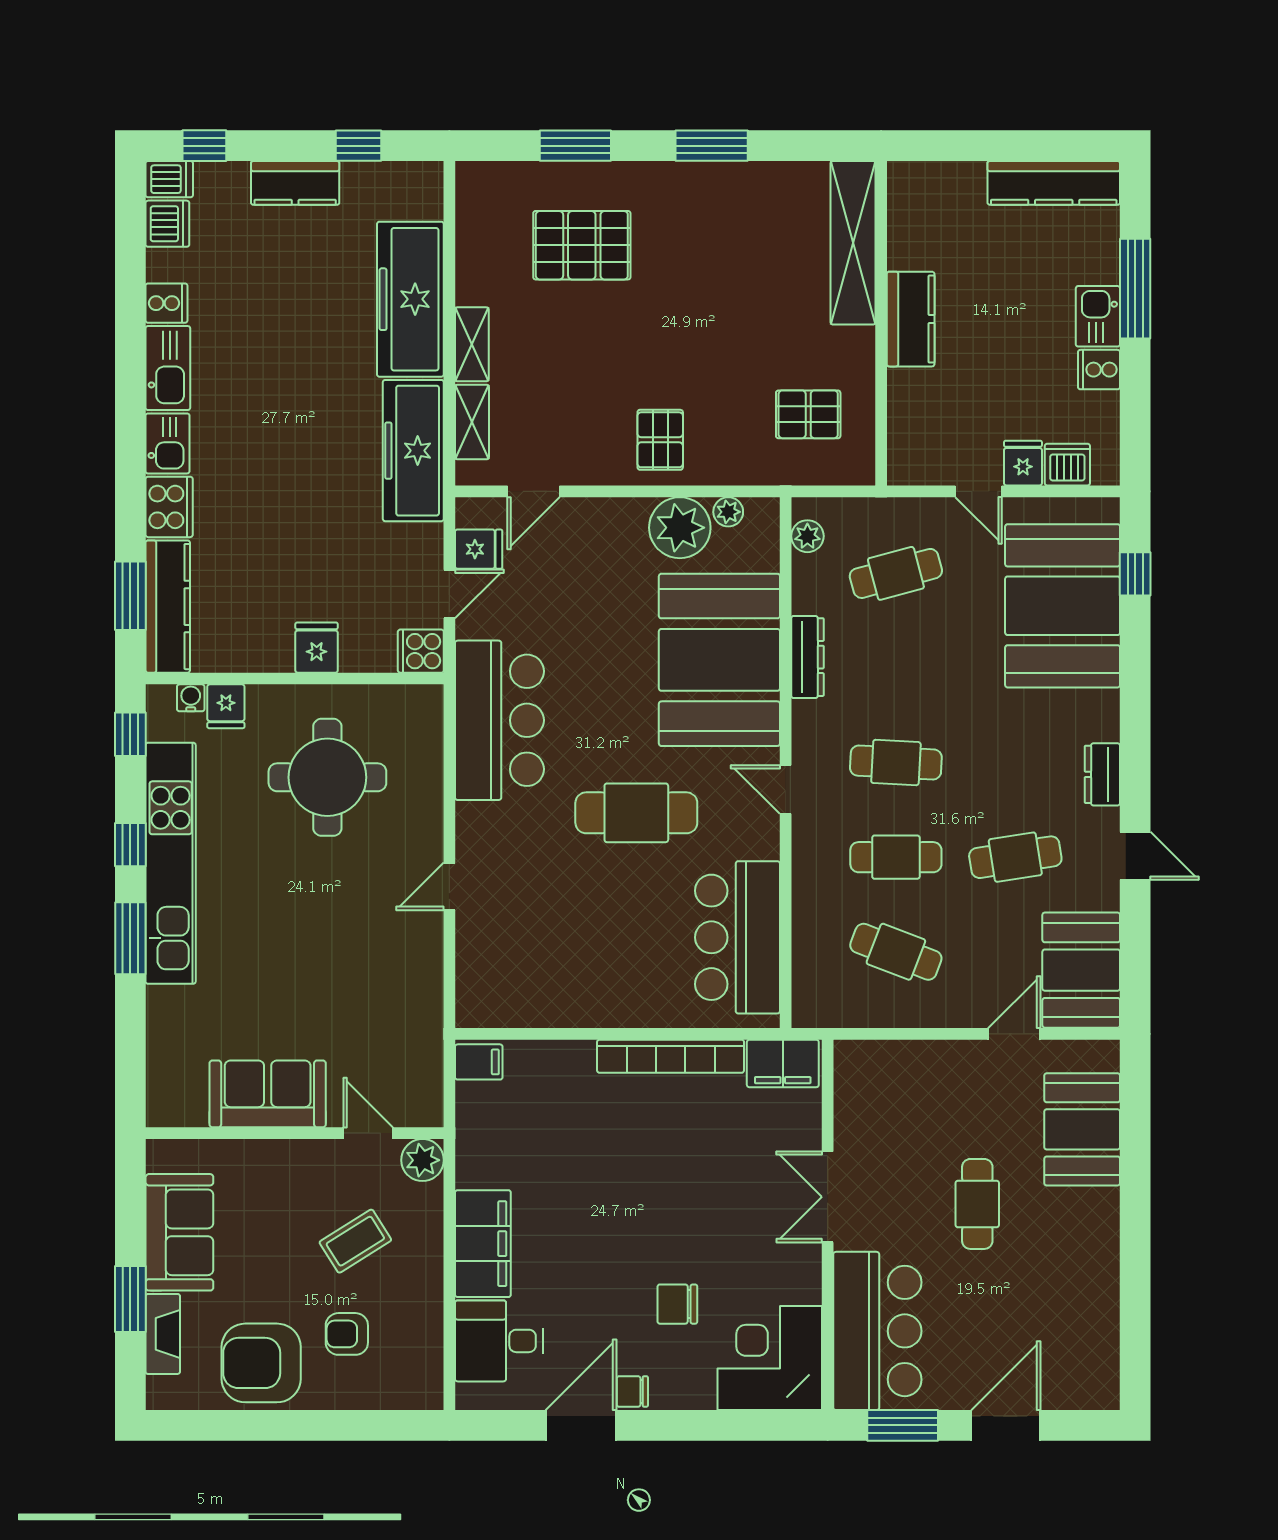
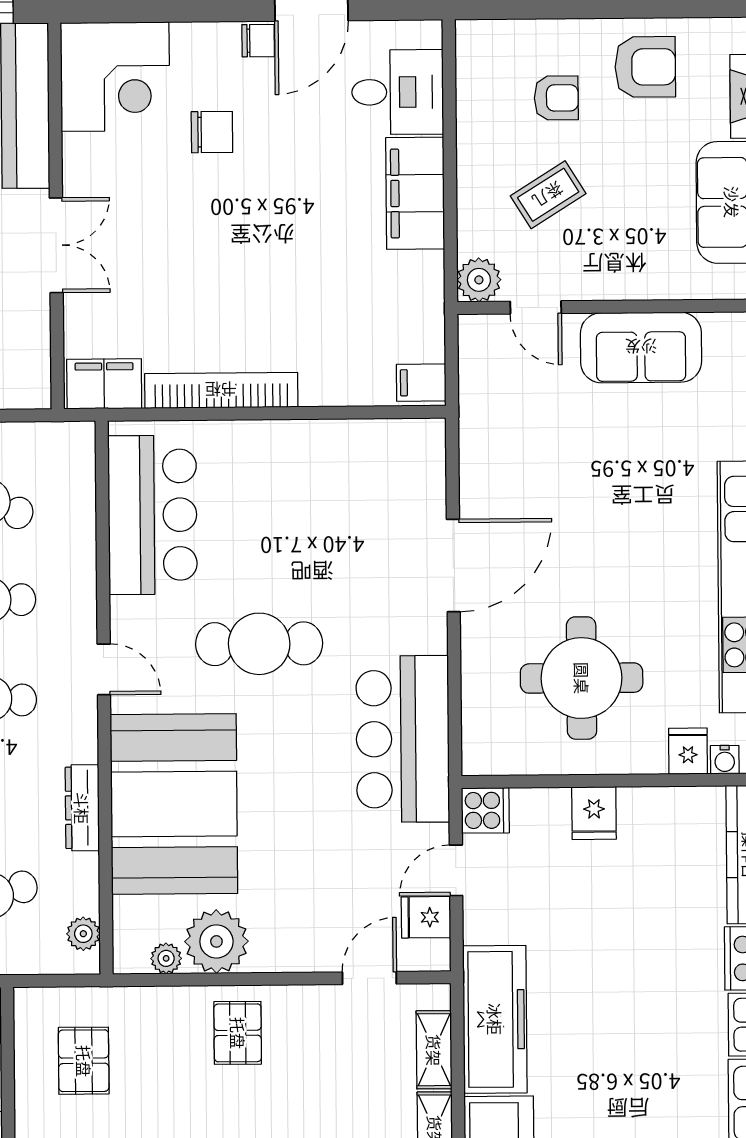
pallet: (808, 414) -> (84, 1061), turned 90
door: (449, 886) -> (453, 566), width x1.88
armchair: (261, 1363) -> (645, 67), width x0.73, depth x0.73

